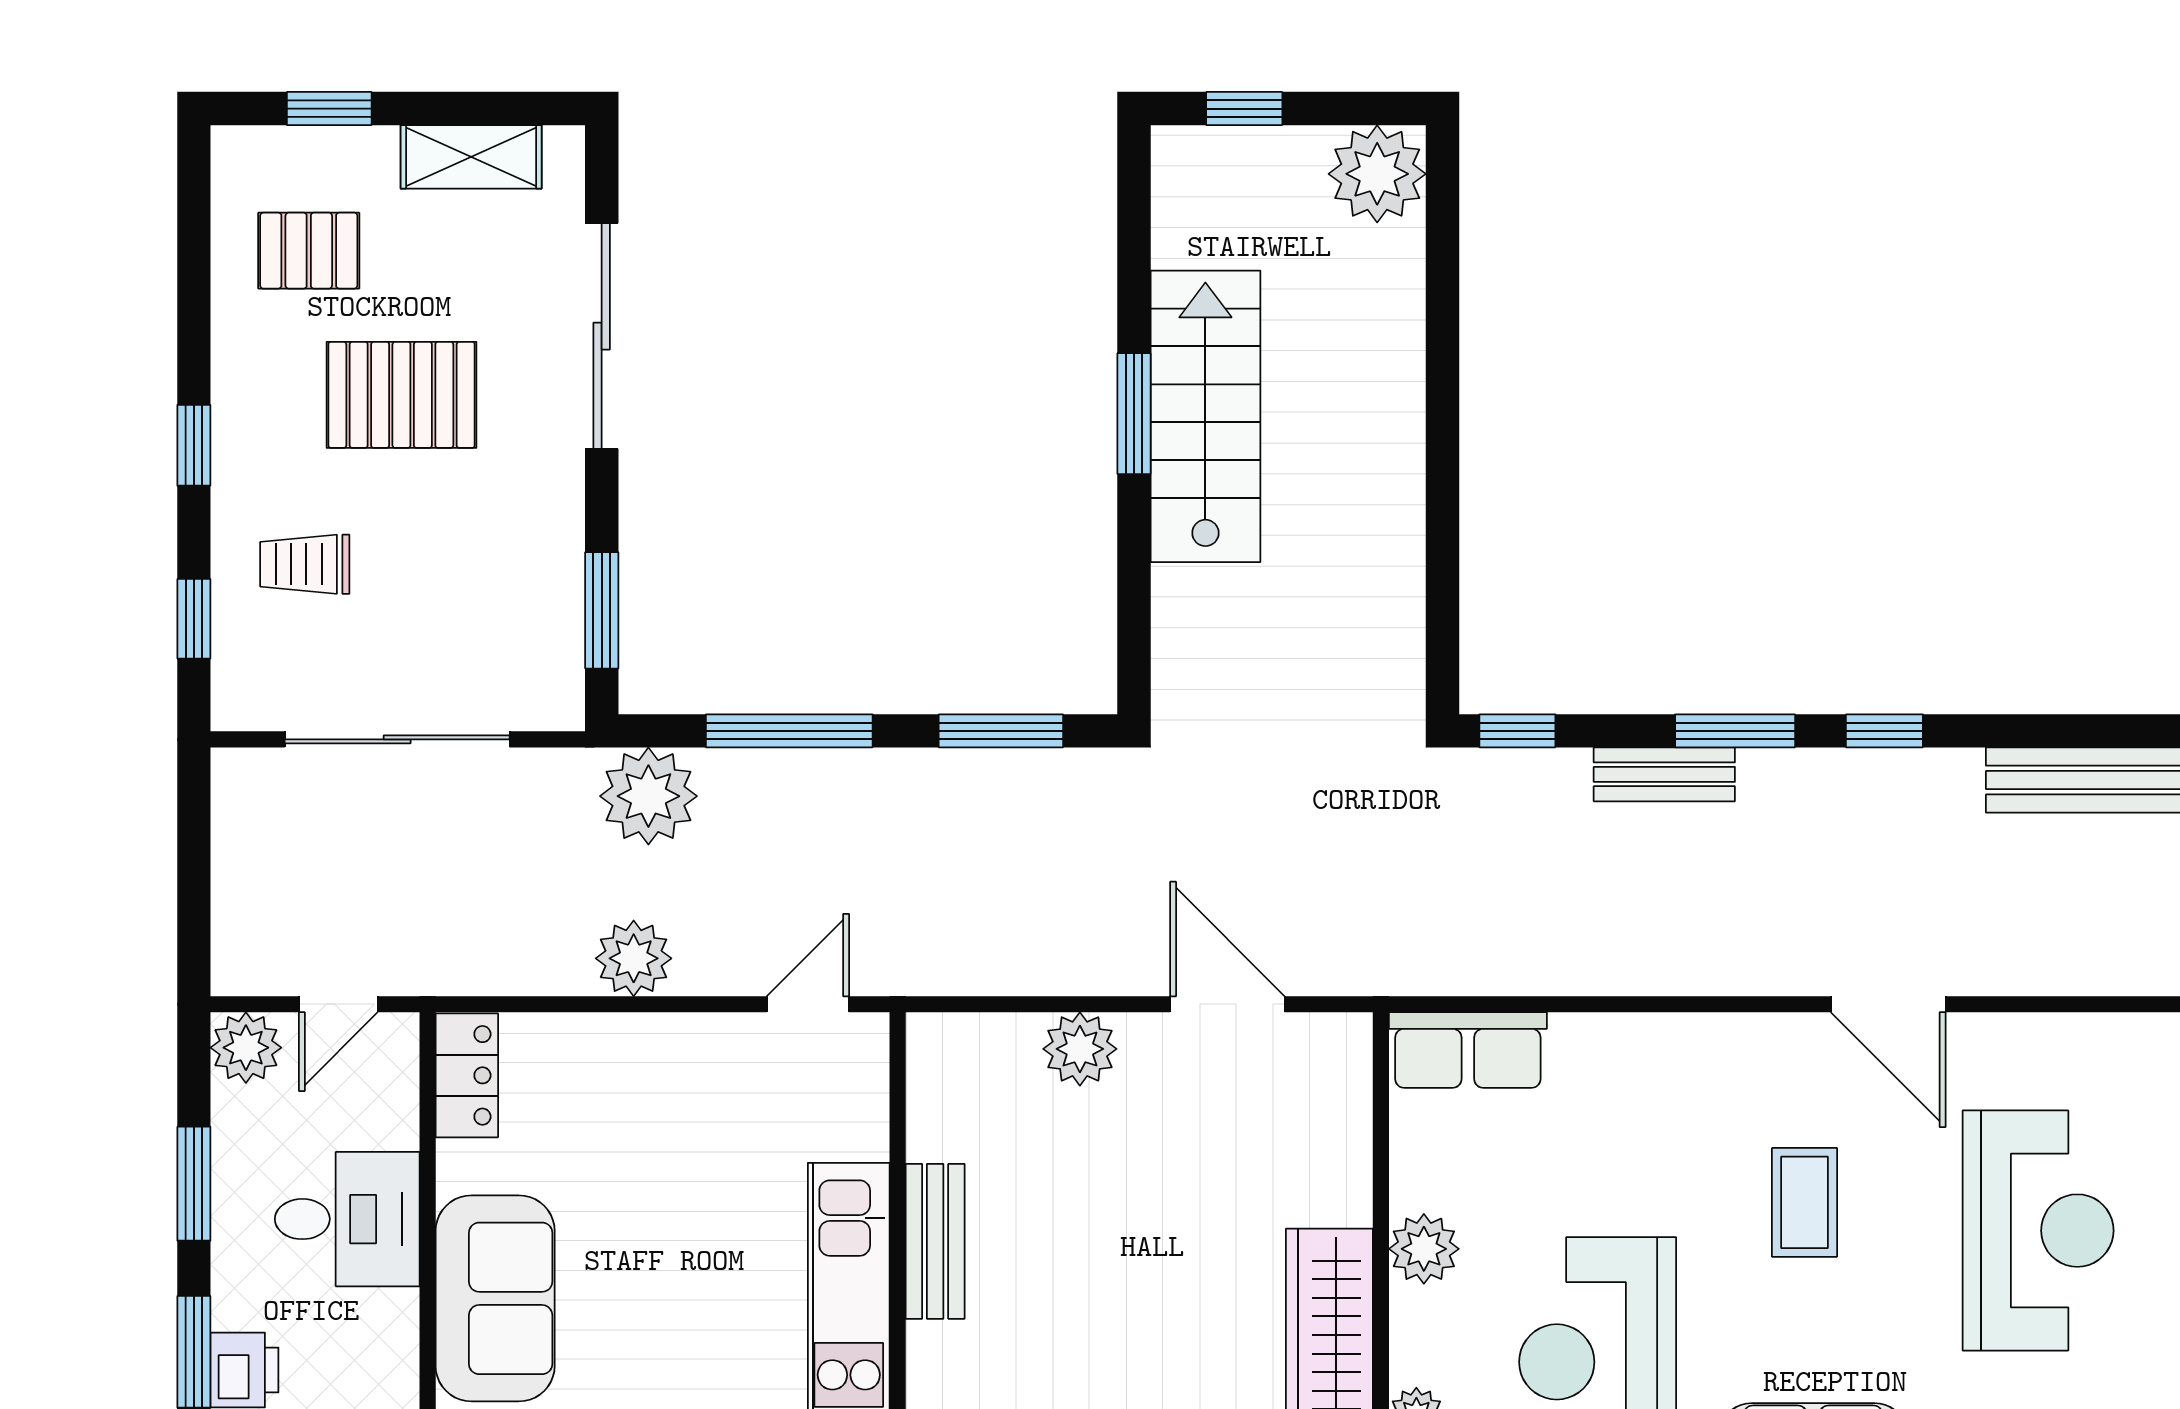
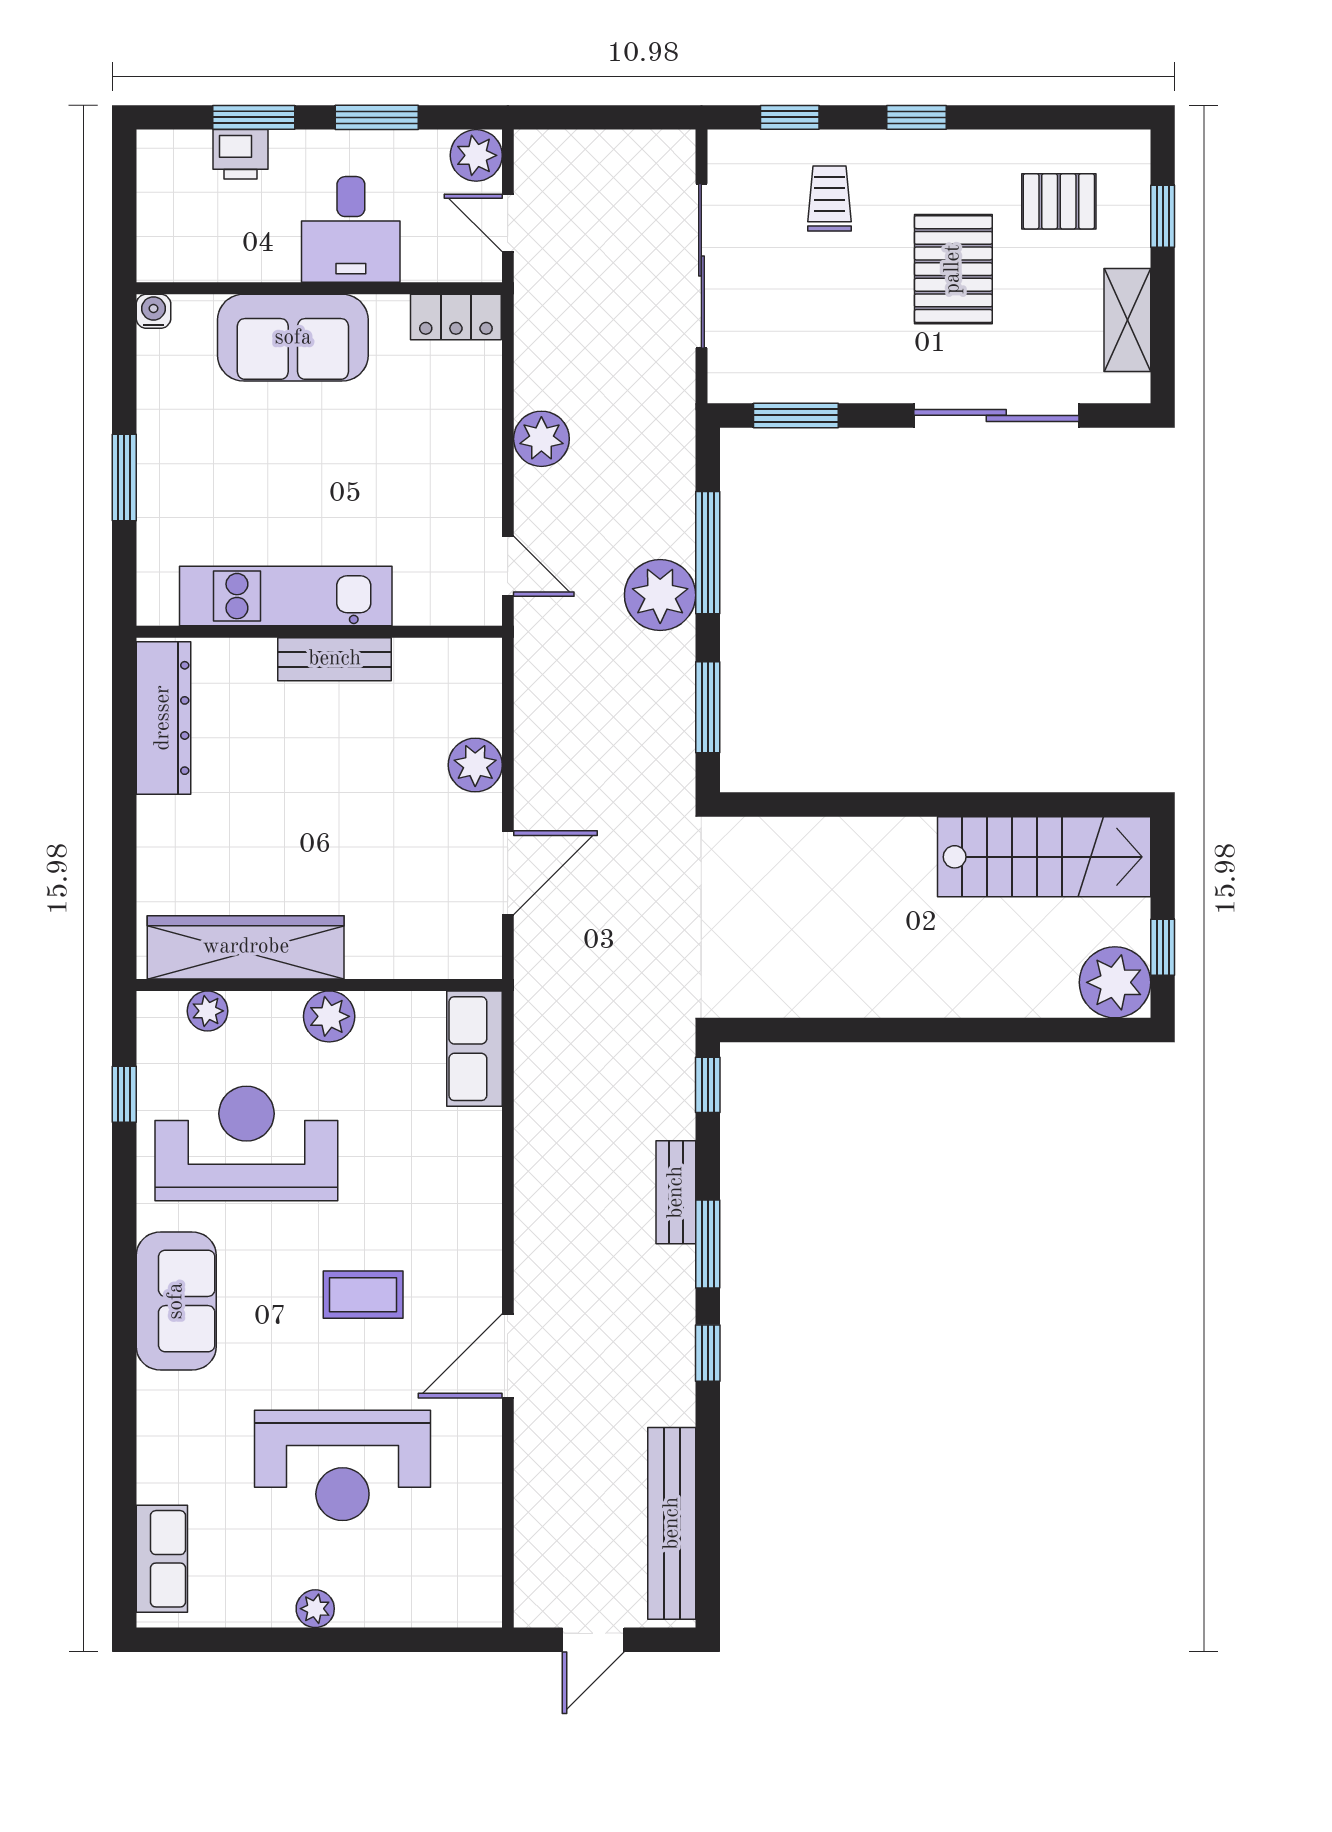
window: (1244, 109) -> (1163, 947), moved
pallet: (309, 251) -> (1059, 201), turned 90
window: (1134, 414) -> (940, 805), removed
stairs: (1205, 416) -> (1044, 857), moved
plant: (648, 796) -> (660, 595), moved

